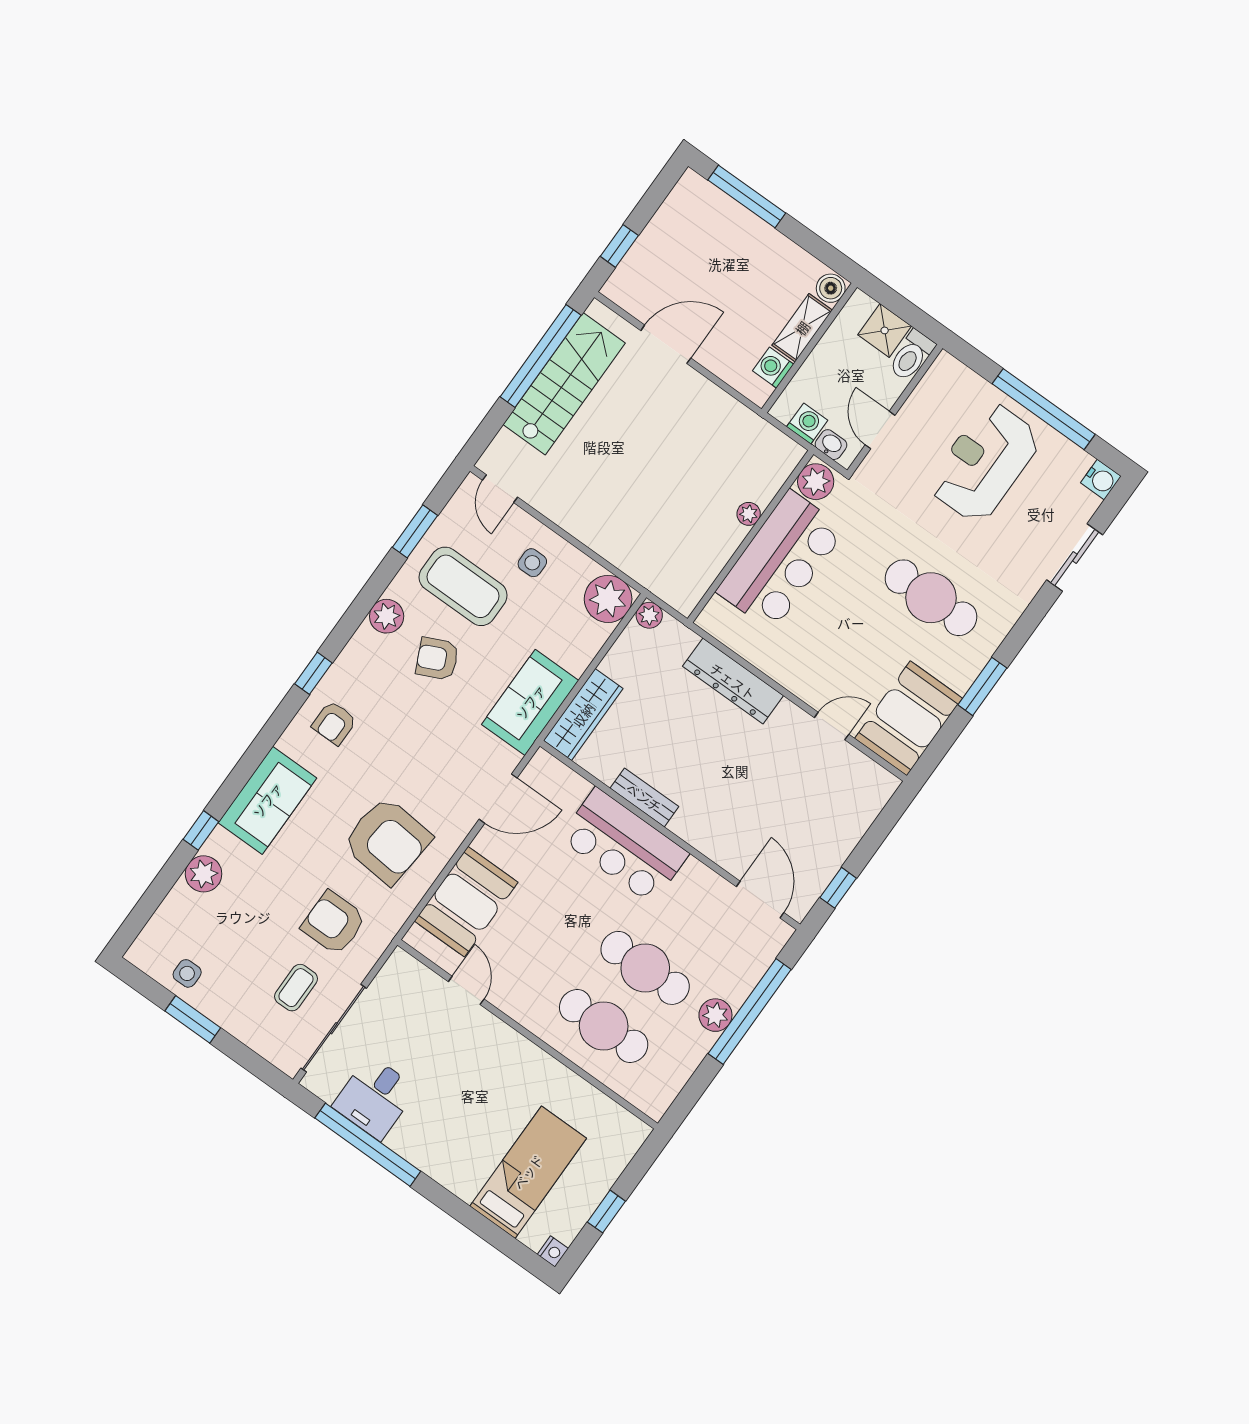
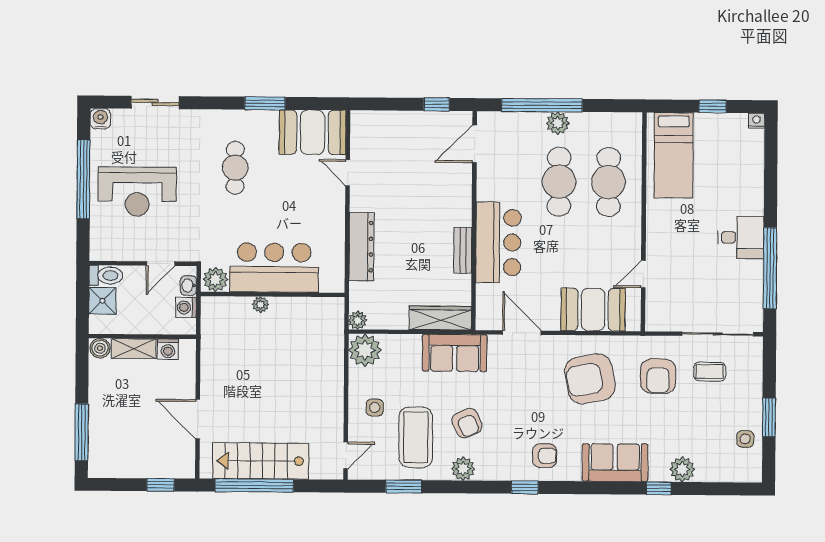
cafe table: (931, 598) -> (235, 168), width x0.73, depth x0.74
armchair: (387, 840) -> (590, 379), turned -106
desk: (375, 1098) -> (741, 238), moved
bed: (528, 1172) -> (674, 155), moved, turned -90

